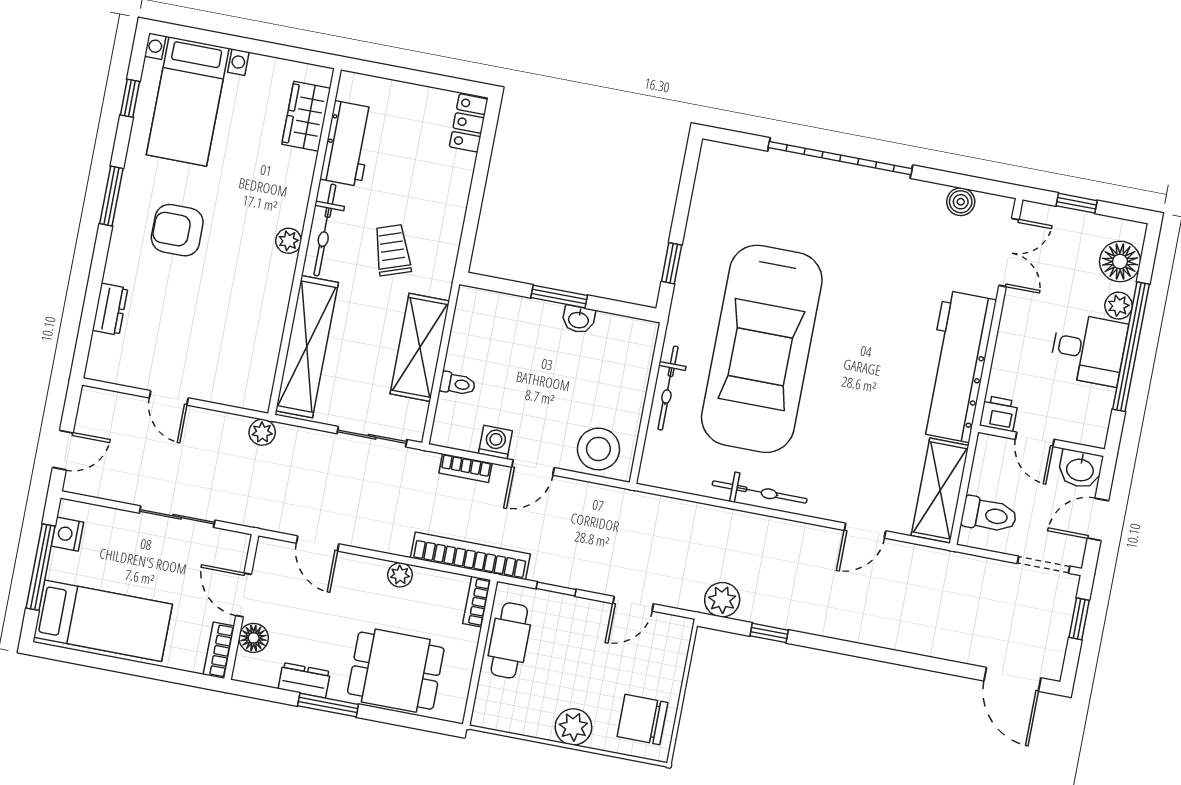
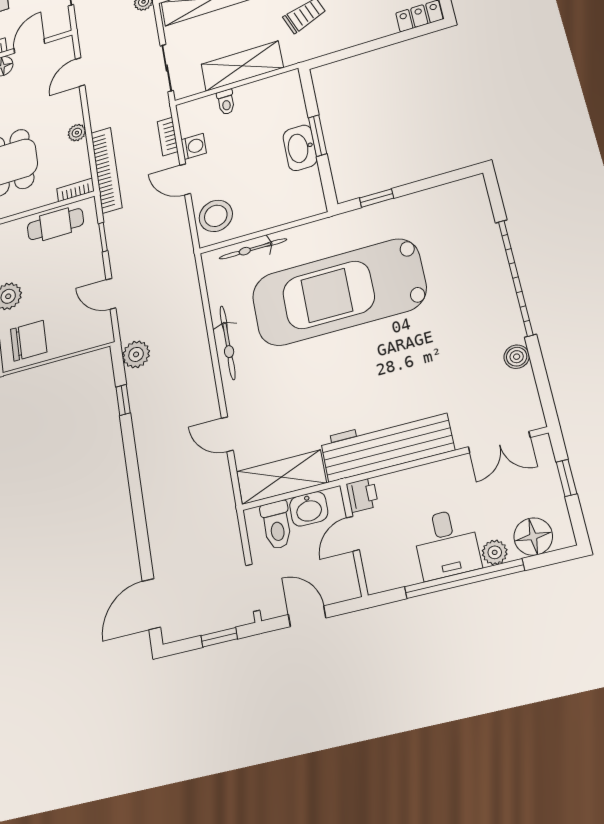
boiler: (961, 202) -> (517, 357), moved
washbasin: (579, 319) -> (300, 148), width x1.91, depth x1.45
bicycle: (668, 388) -> (253, 249), moved
washbasin: (1080, 469) -> (309, 509), moved, turned -90
chair: (642, 720) -> (29, 341), turned 90

